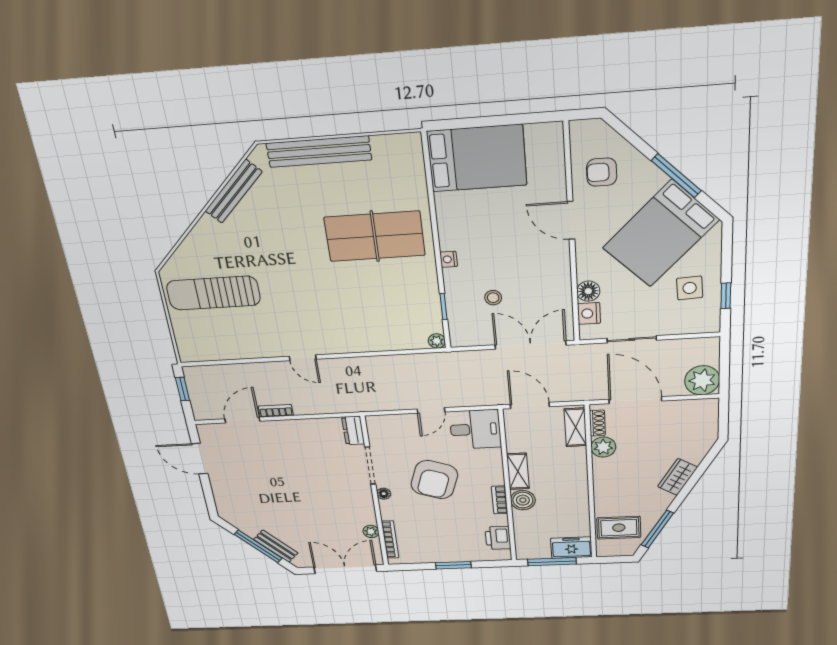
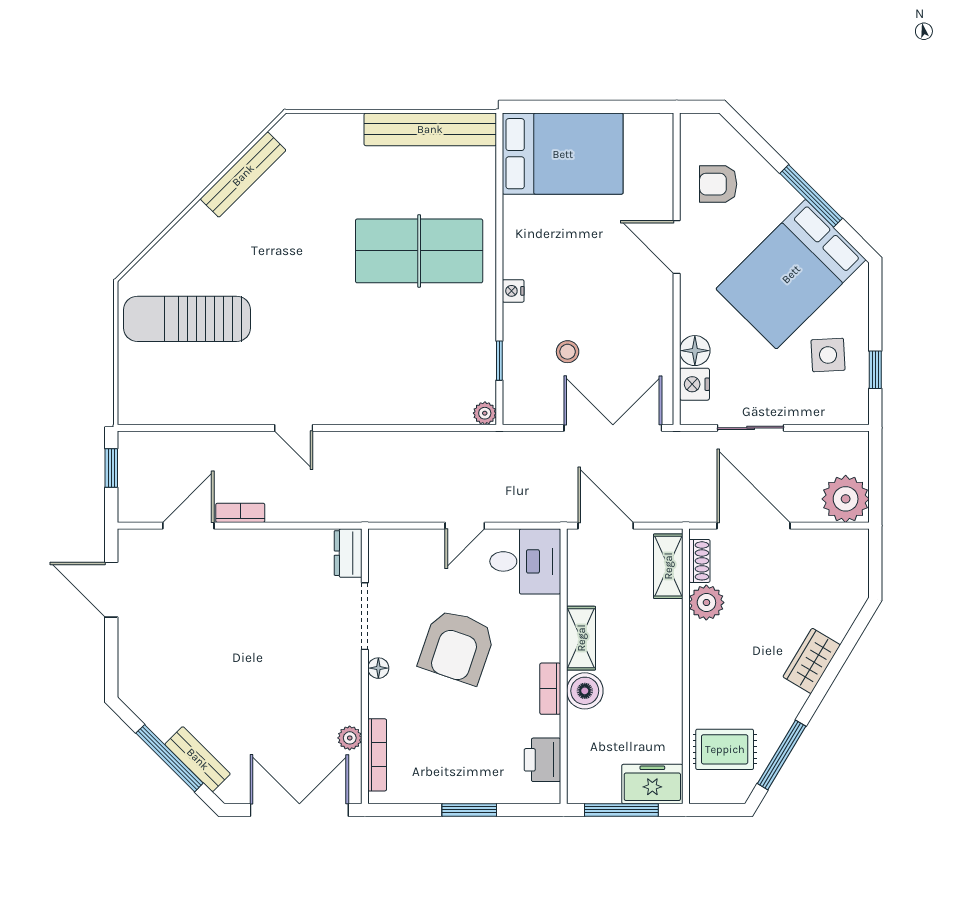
bench: (319, 152) -> (430, 129), moved

